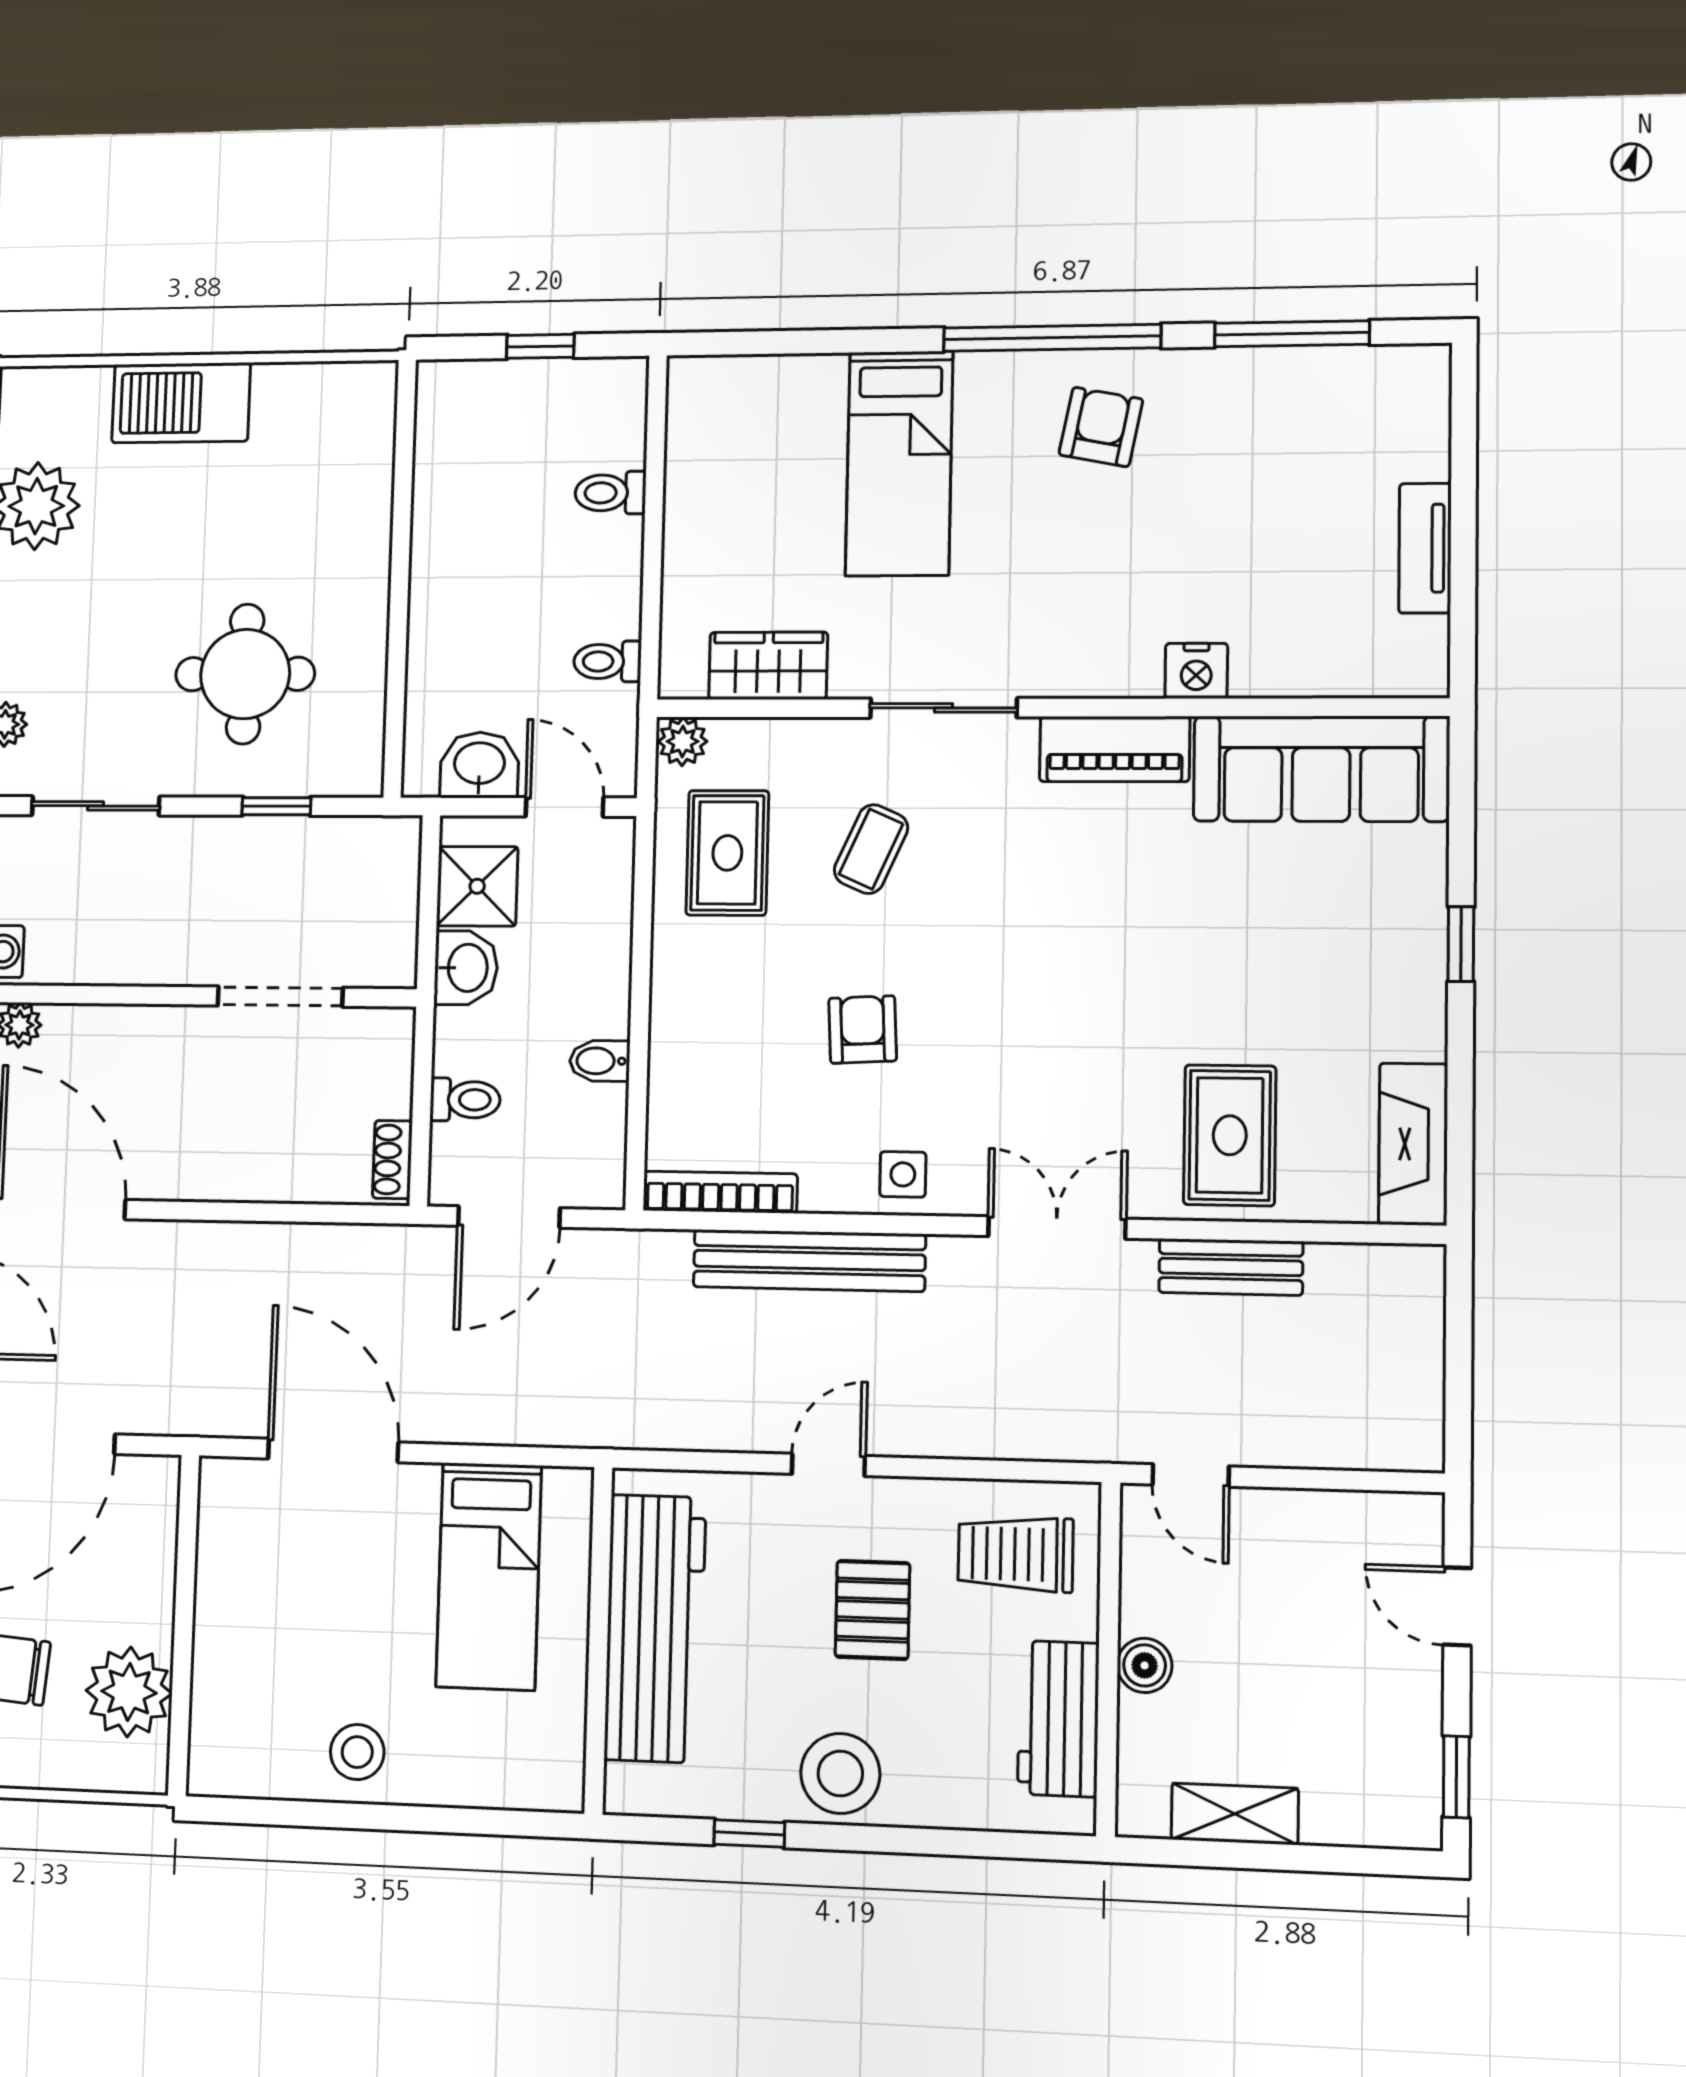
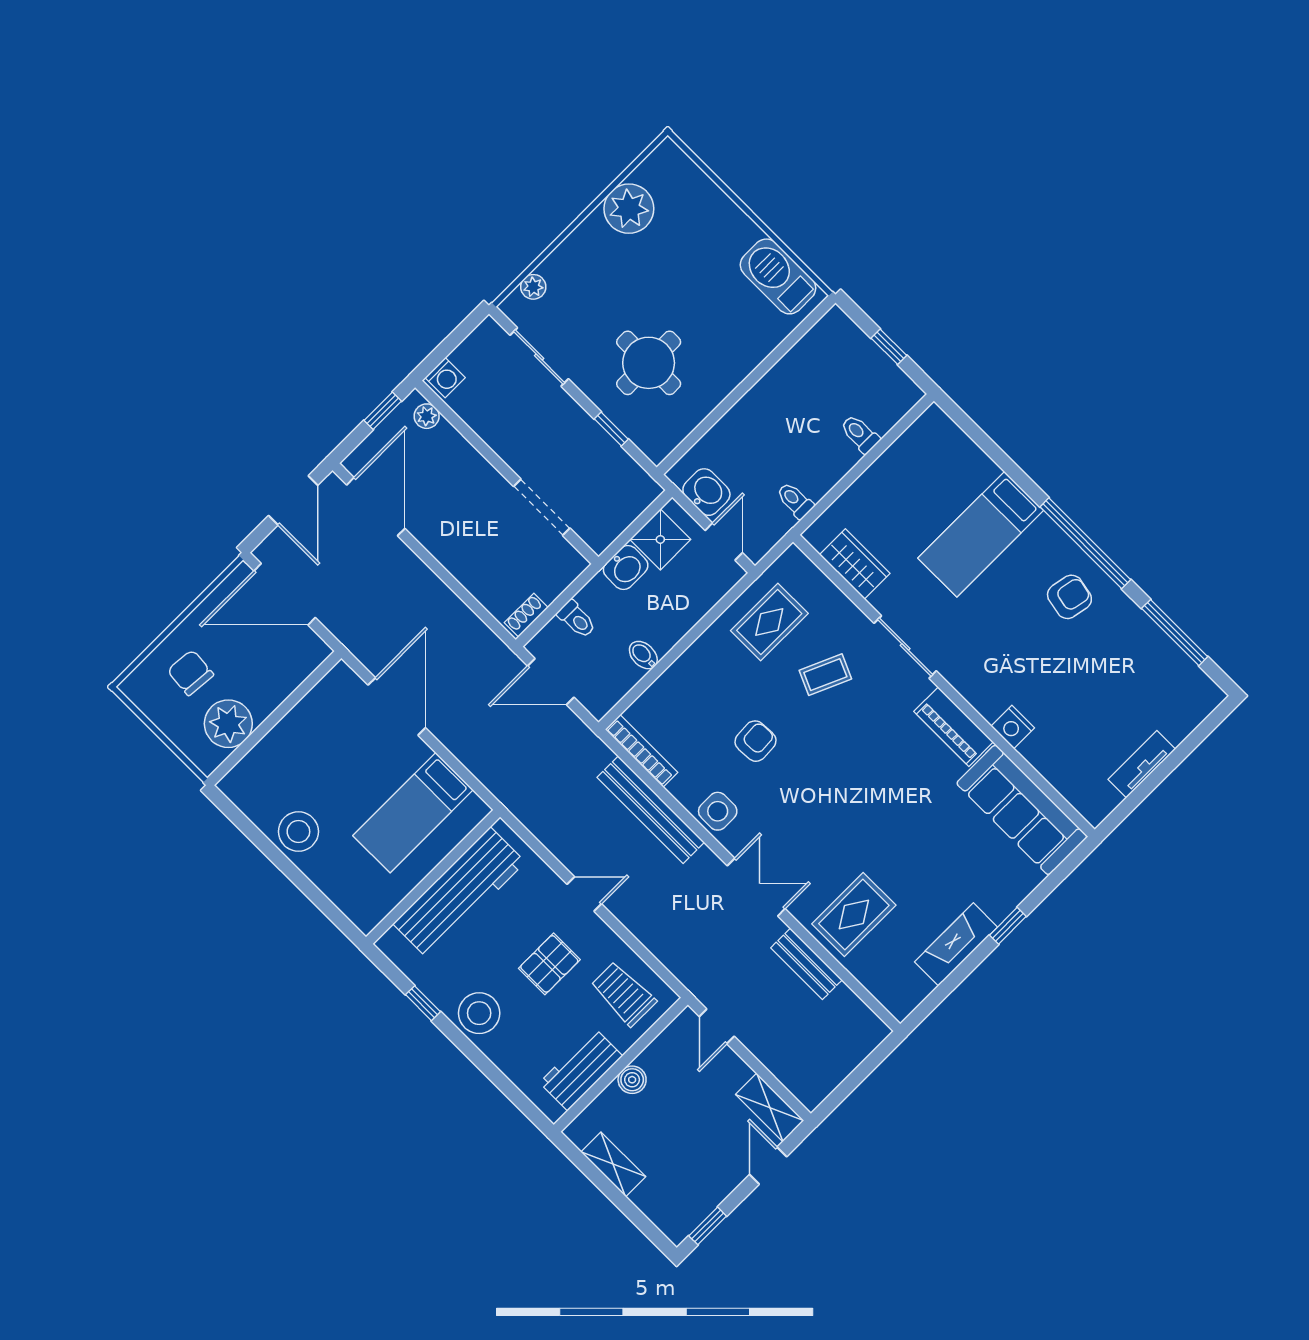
barbecue: (181, 403) -> (778, 276), moved
plant: (683, 741) -> (794, 561), removed
fireplace: (1413, 1144) -> (956, 944), moved
side table: (903, 1174) -> (718, 811), width x1.37, depth x1.37
shelving: (1378, 1520) -> (770, 1107), added
stool: (357, 1752) -> (298, 832), width x1.38, depth x1.38

